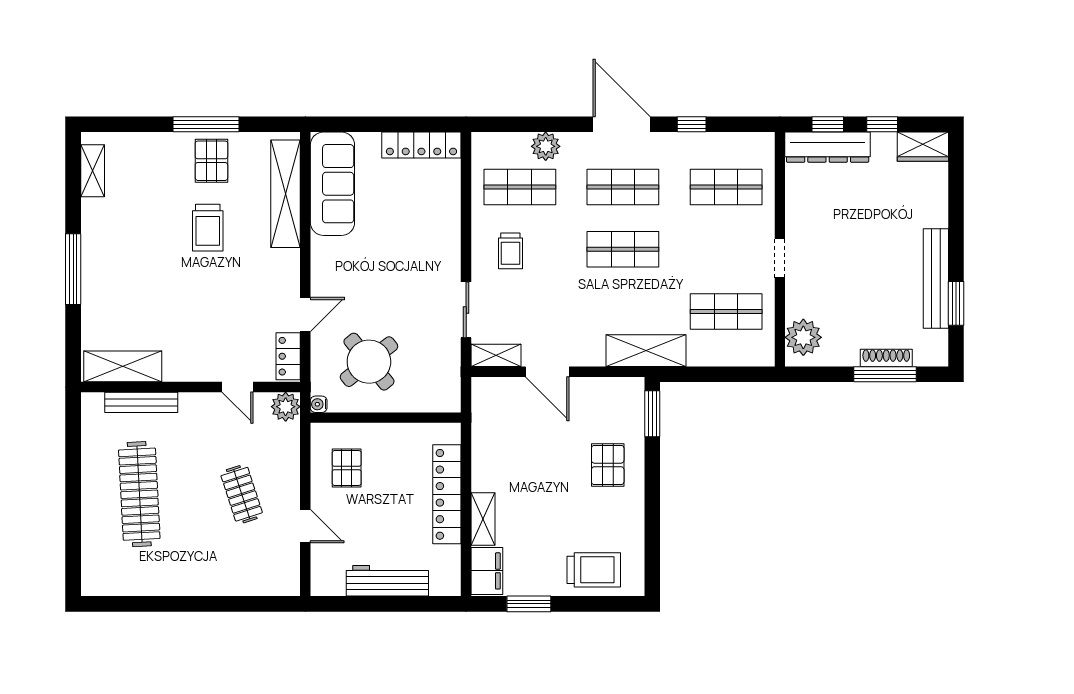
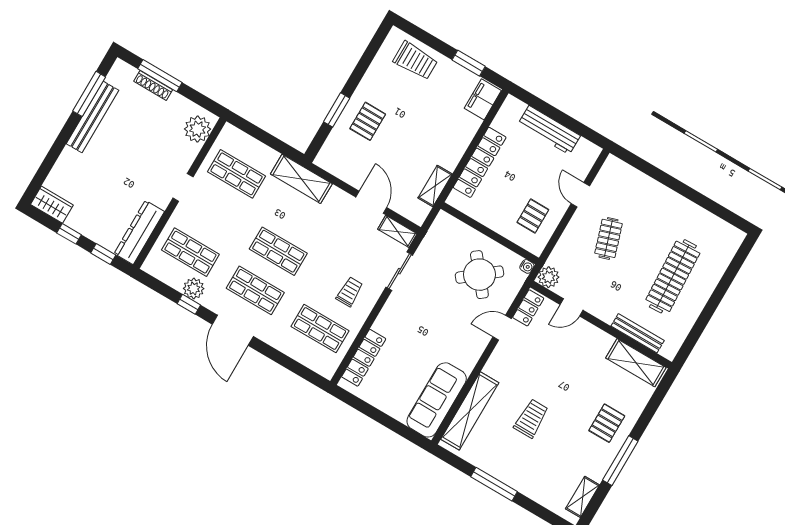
locker: (421, 145) -> (364, 358), moved, turned 90
plant: (546, 146) -> (194, 289), moved
dresser: (828, 147) -> (139, 233), moved, turned -90
pallet: (211, 161) -> (607, 423), moved
window: (73, 269) -> (620, 461), moved
window: (956, 303) -> (89, 94), width x1.44
door: (237, 387) -> (572, 307), swing flipped
window: (652, 414) -> (337, 110), moved
shelving: (483, 519) -> (435, 186), moved
trolley: (594, 570) -> (415, 61), turned 180

